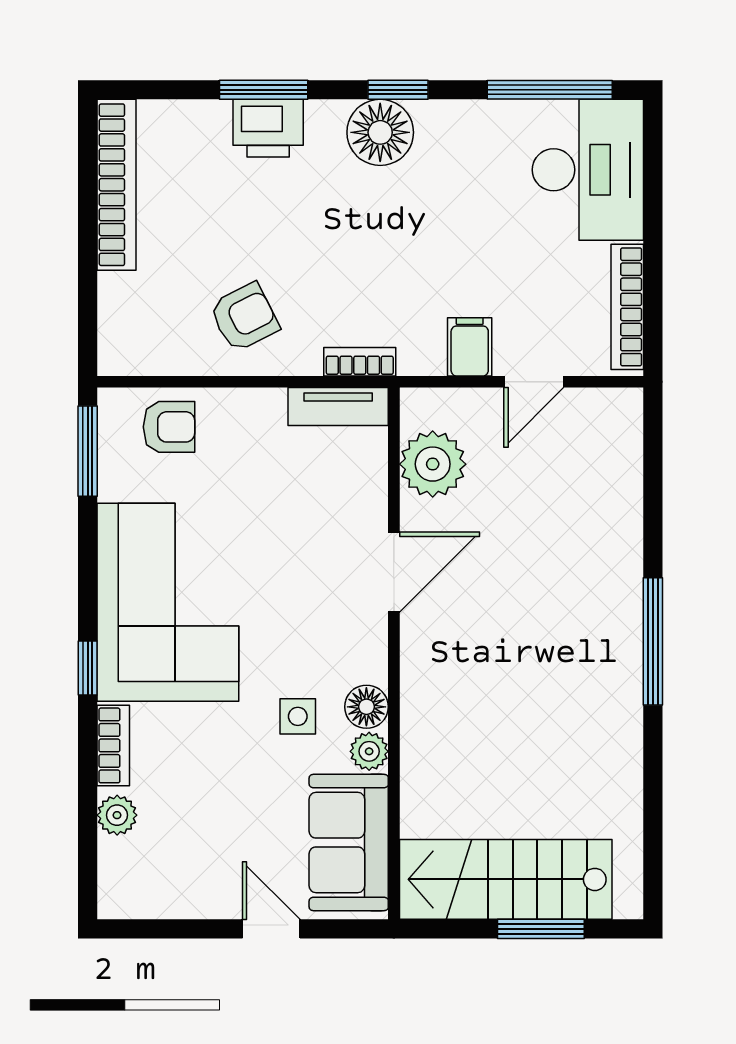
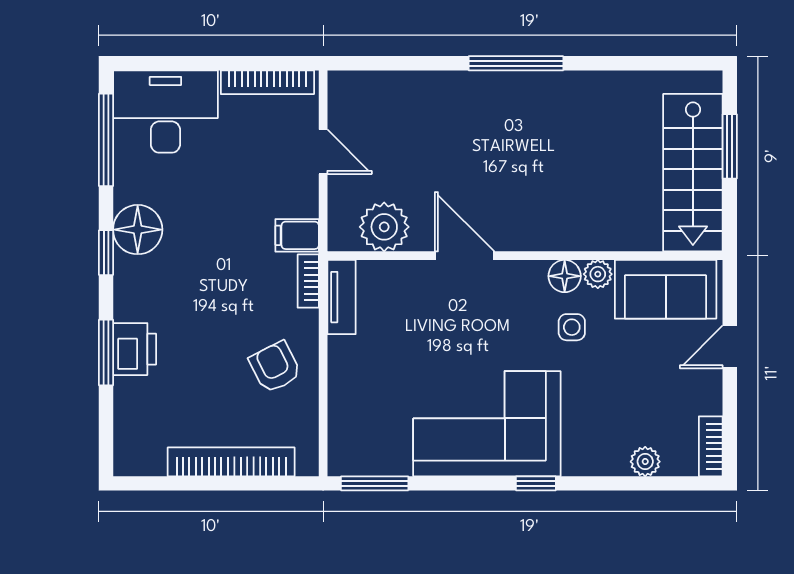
floor lamp: (380, 132) -> (138, 230), moved
bookcase: (117, 185) -> (231, 462), moved
filing cabinet: (470, 347) -> (297, 235), moved
armchair: (169, 427) -> (357, 423), removed
bookcase: (113, 745) -> (711, 446), moved, turned -90

